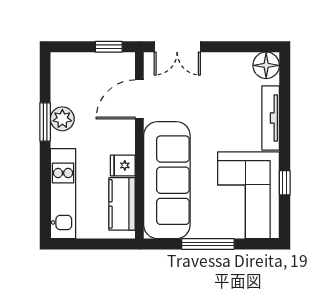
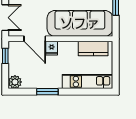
plant: (62, 119) -> (15, 82), moved
fridge: (123, 165) -> (52, 48), moved

